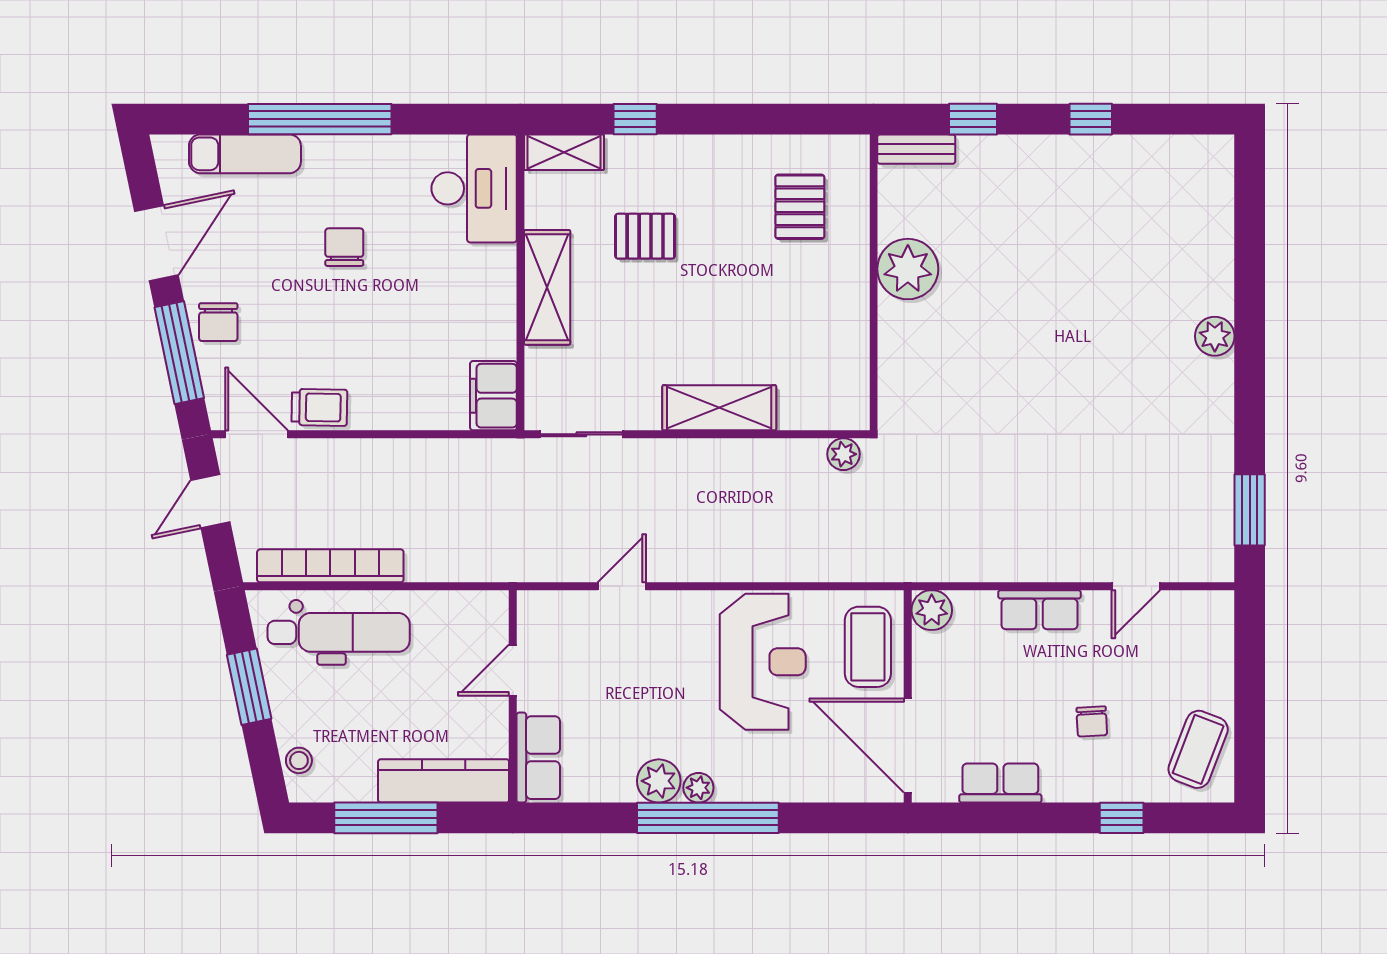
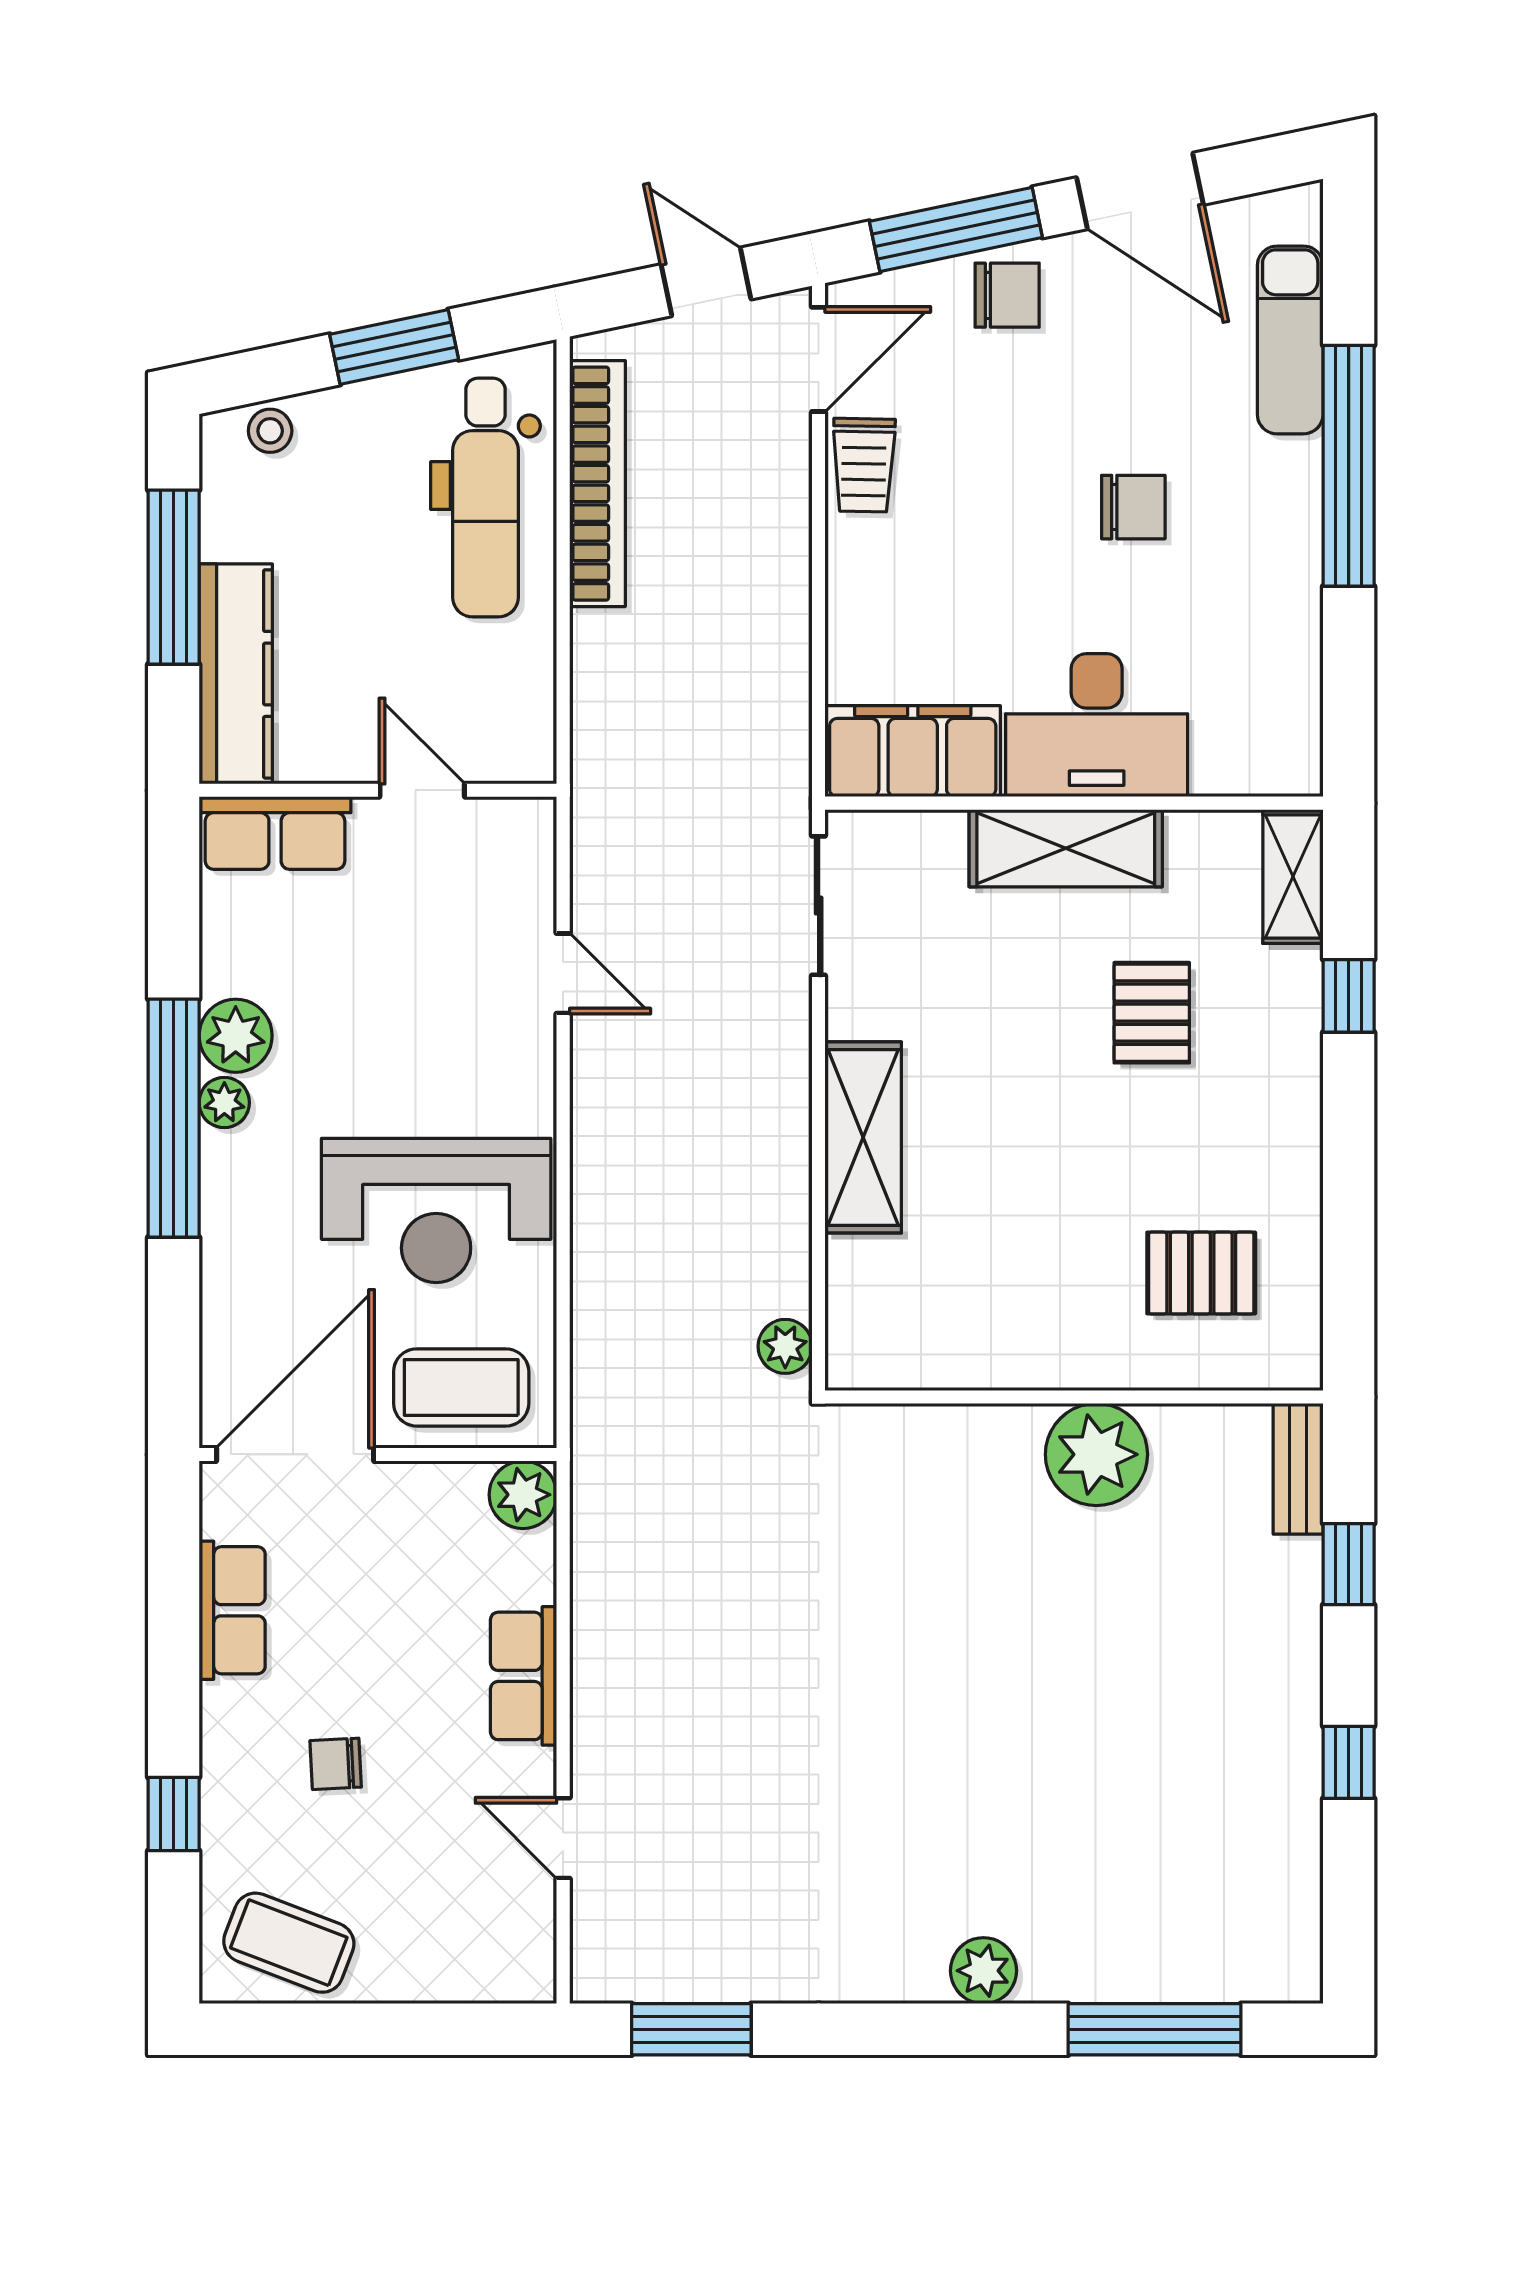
desk: (474, 188) -> (1097, 725), moved
window: (1250, 235) -> (1155, 2029), added
chair: (218, 322) -> (1007, 295), turned 180
filing cabinet: (493, 396) -> (913, 751), width x1.50, depth x1.17

